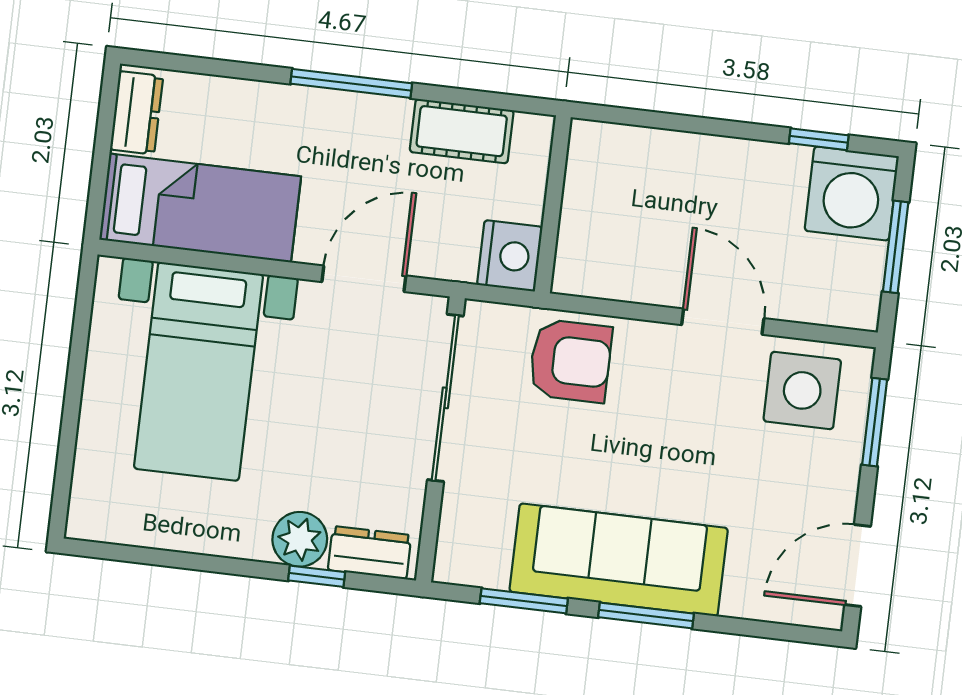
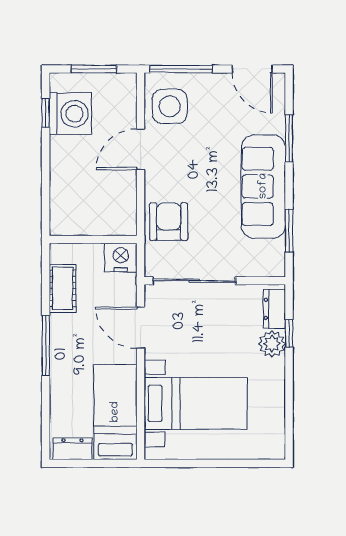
washing machine: (852, 193) -> (70, 114), moved
window: (875, 422) -> (181, 69), width x1.44
window: (646, 615) -> (289, 138), moved

